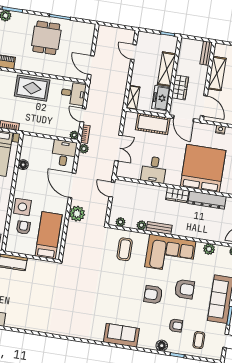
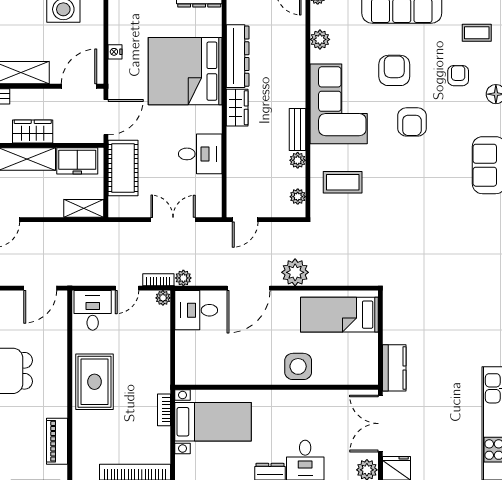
wardrobe: (180, 87) -> (33, 131), moved
floor lamp: (23, 165) -> (227, 376), removed
armchair: (23, 228) -> (333, 359), removed

